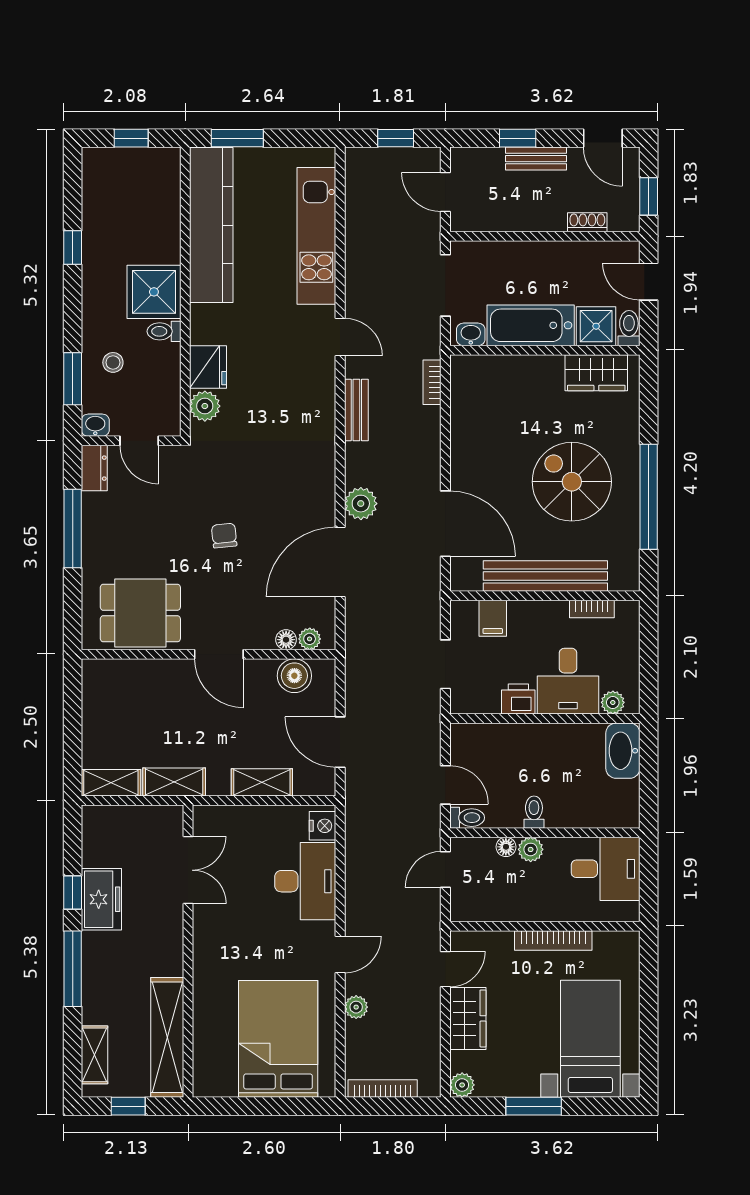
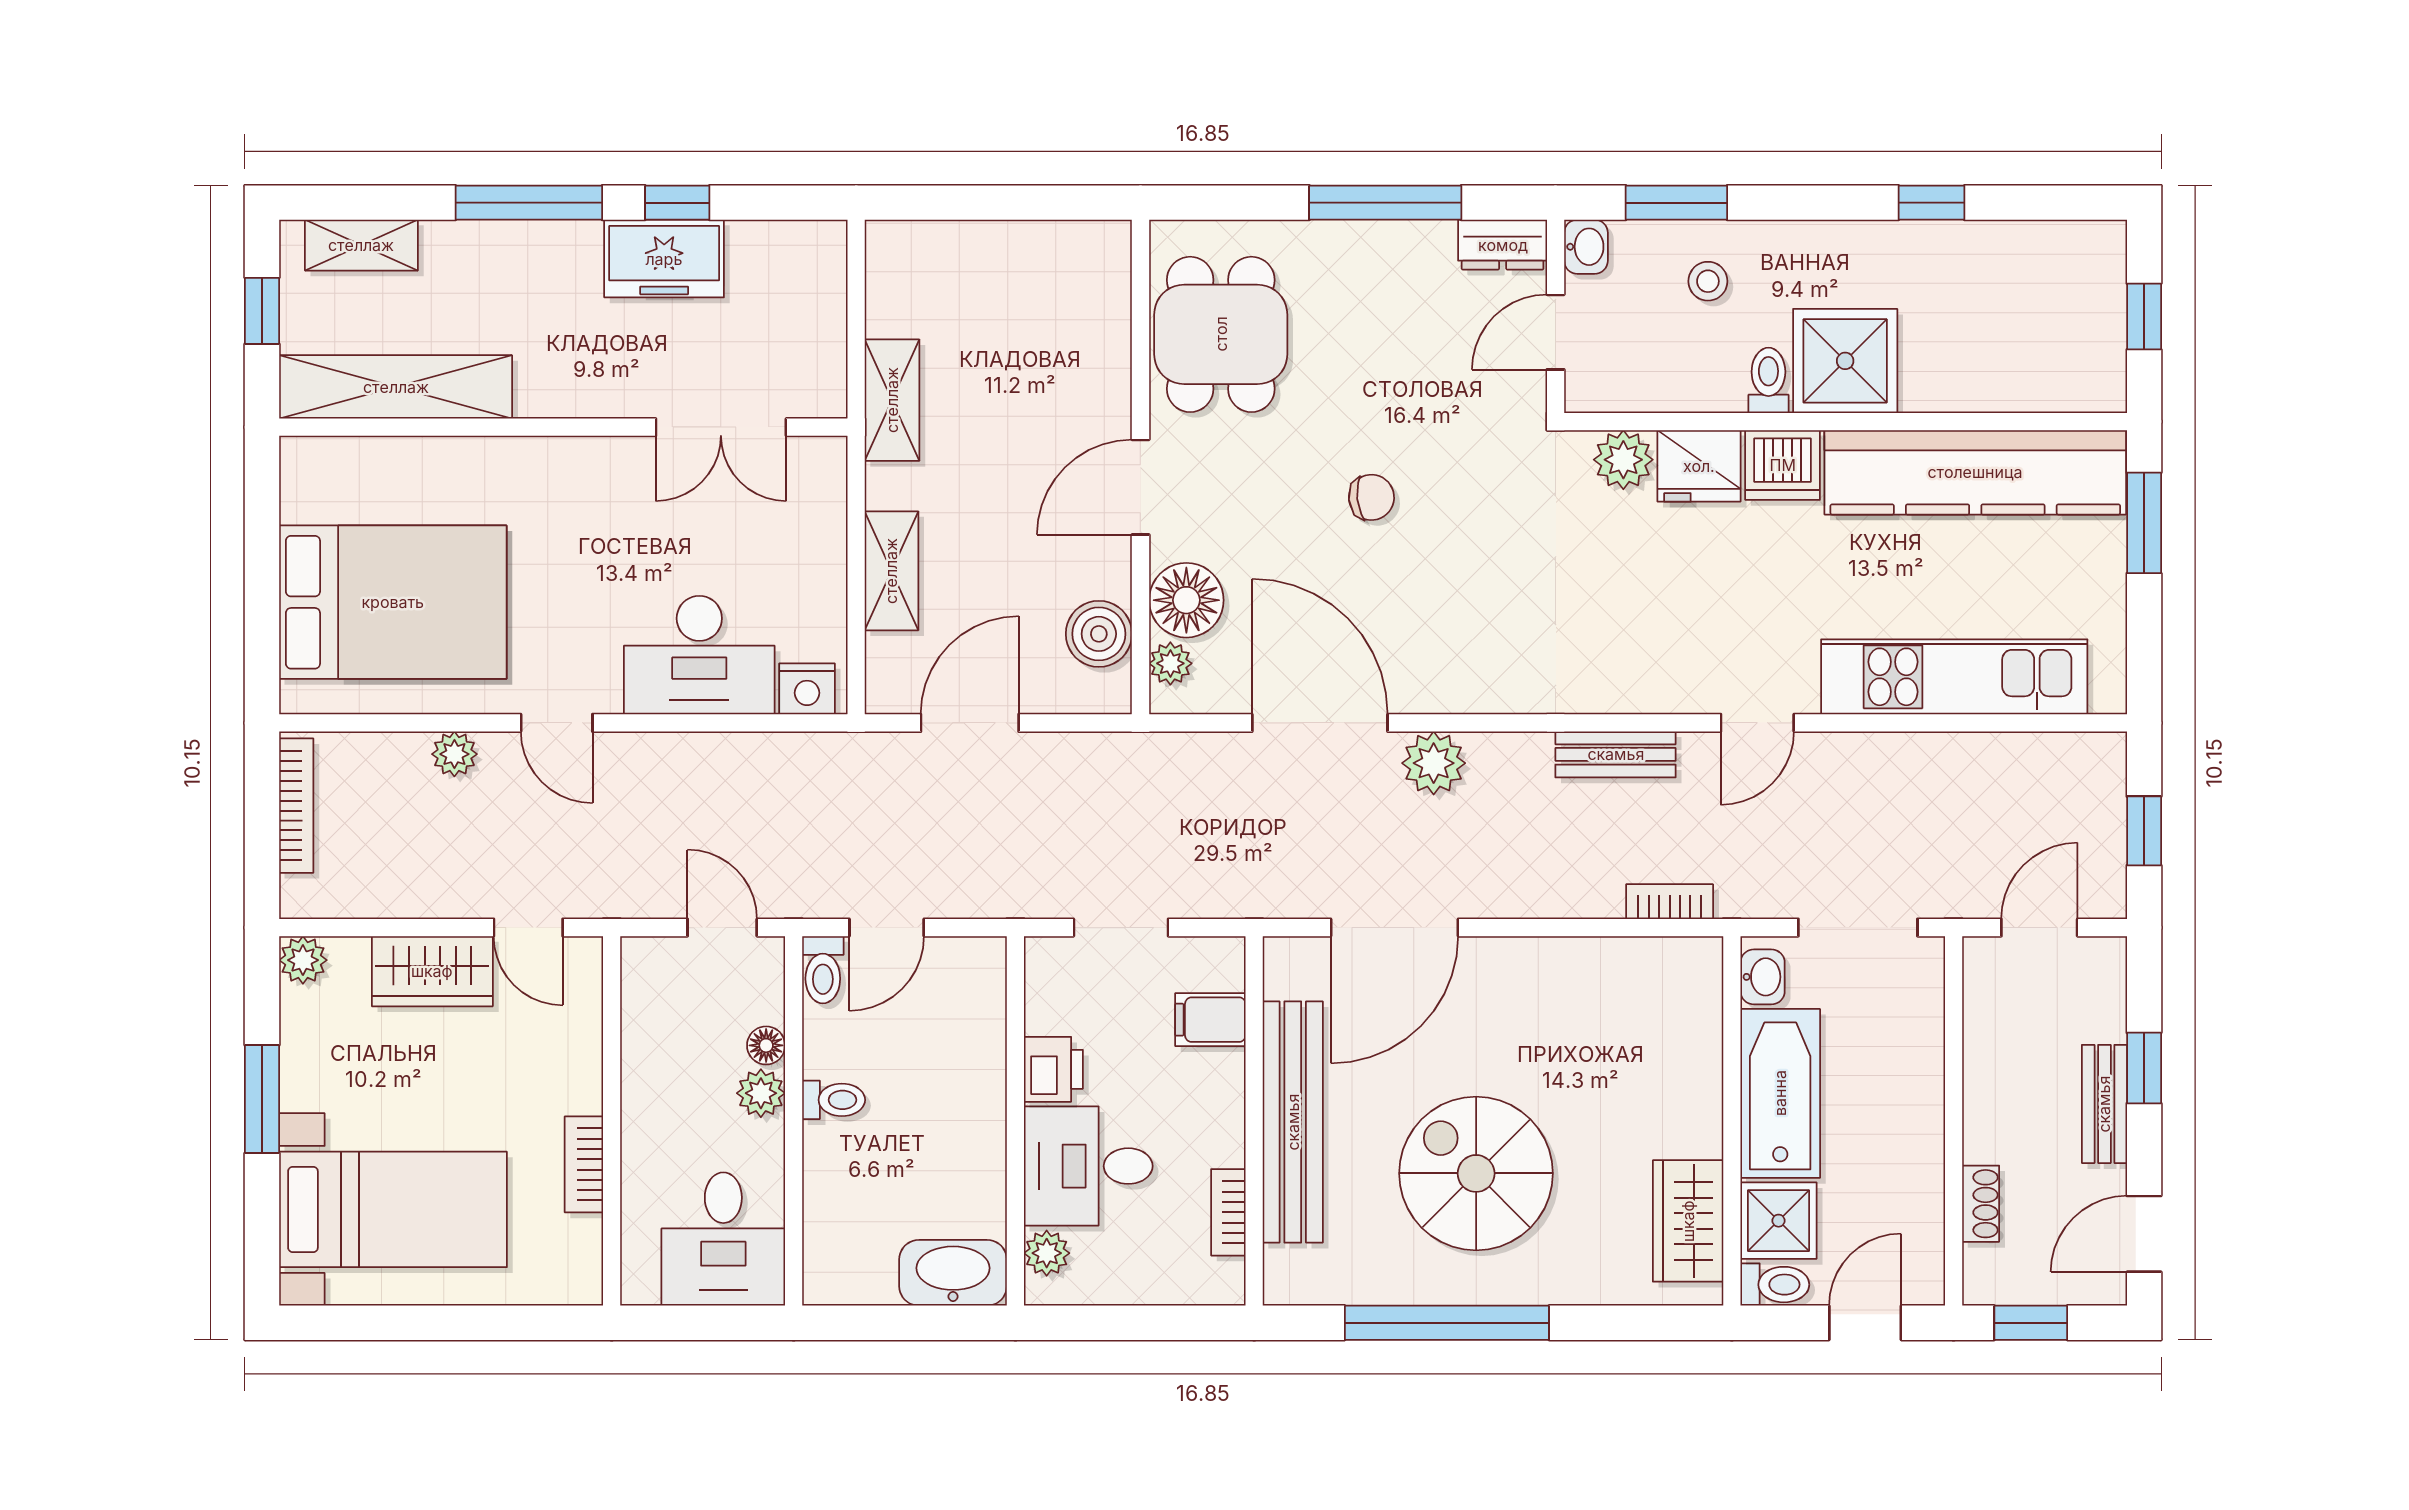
dishwasher: (208, 324) -> (1783, 465), added
spiral stairs: (572, 482) -> (1476, 1173), turned -90
floor lamp: (286, 640) -> (1186, 600), width x1.89, depth x1.89
shelving: (111, 783) -> (891, 277), removed
bookcase: (553, 940) -> (584, 1164), width x0.64

